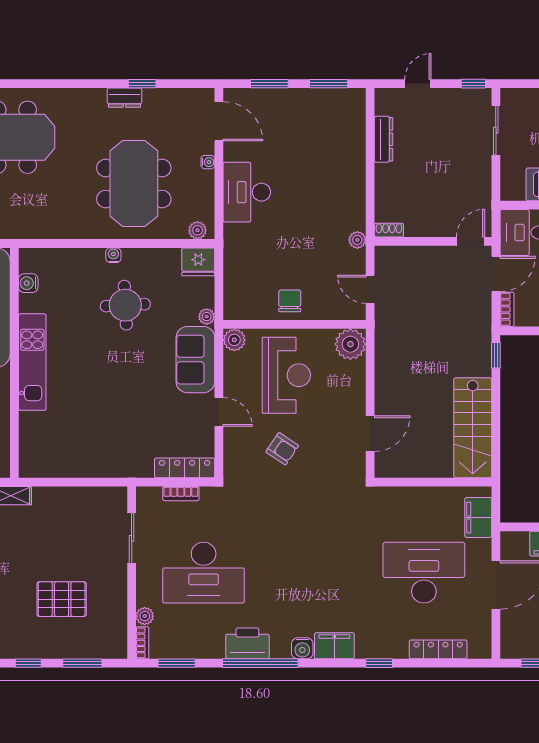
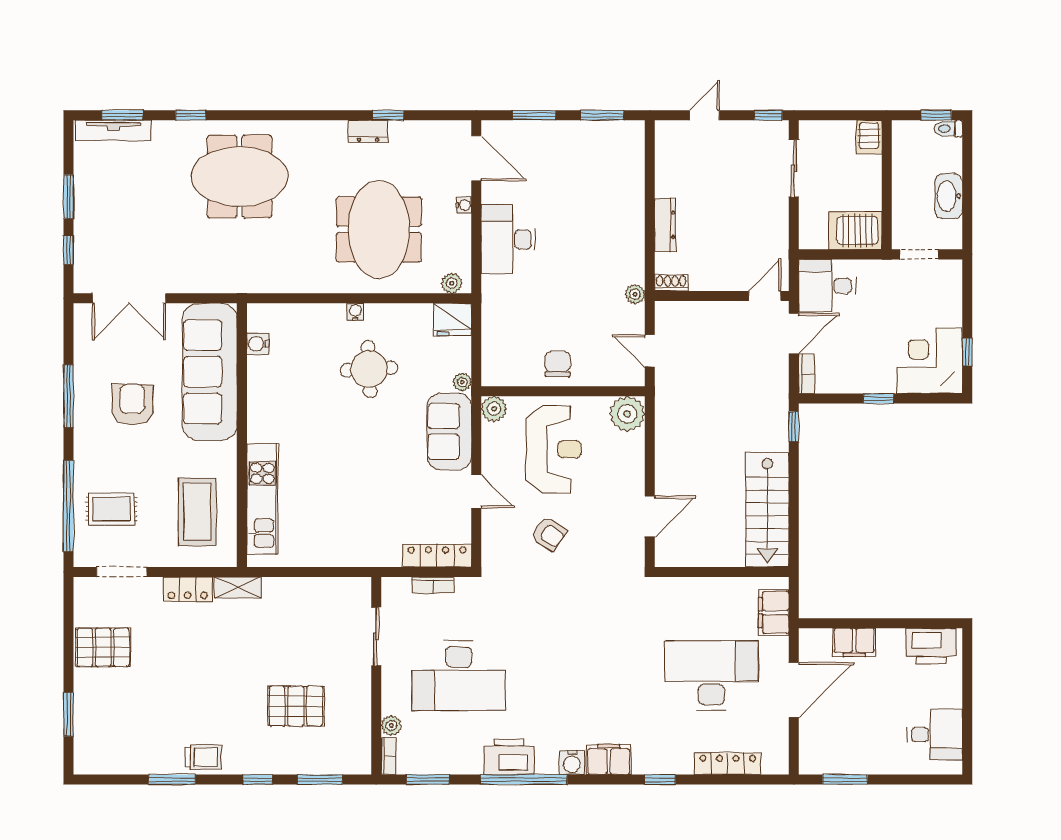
dresser: (383, 139) -> (665, 225), moved
kitchen unit: (32, 362) -> (262, 499), moved

